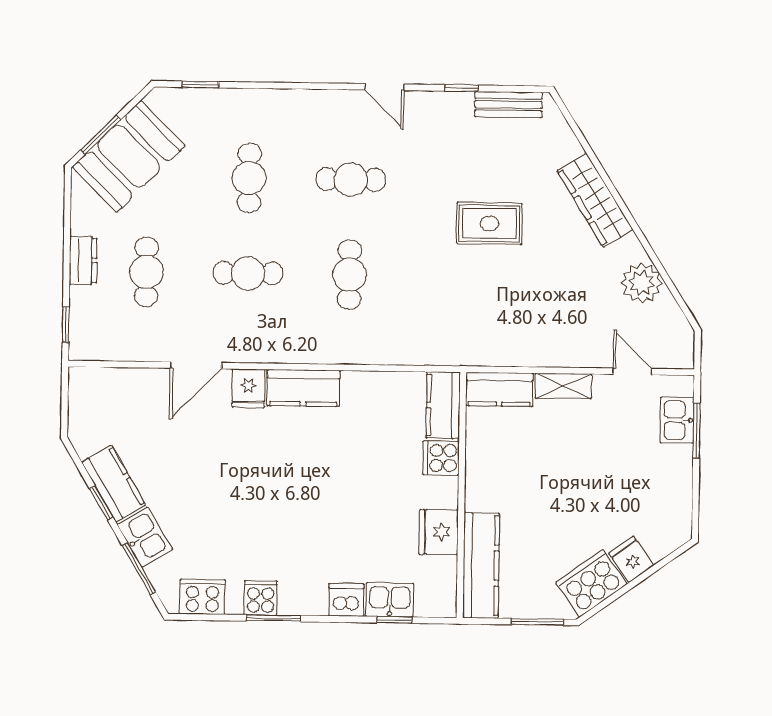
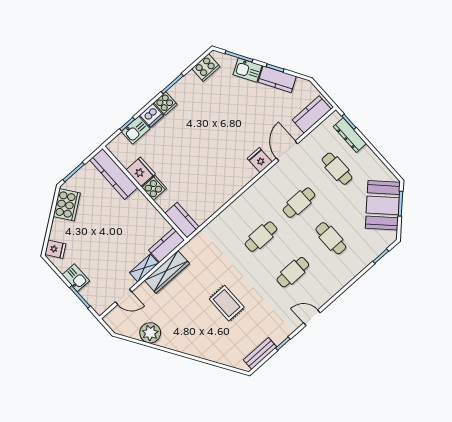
wardrobe: (595, 200) -> (167, 272), moved, turned 122
rug: (489, 223) -> (227, 303), turned 90
dresser: (83, 260) -> (350, 135), moved, width x1.44
cafe table: (349, 275) -> (261, 237), turned 90
kitchen counter: (303, 388) -> (312, 114), moved
kitchen sink: (677, 420) -> (76, 278), moved
cooker: (441, 458) -> (154, 188), moved
fridge: (631, 559) -> (55, 249), moved
cooker: (261, 598) -> (165, 103), moved

